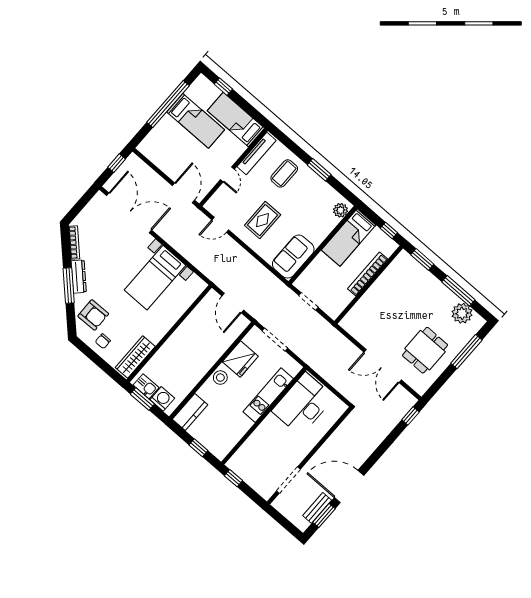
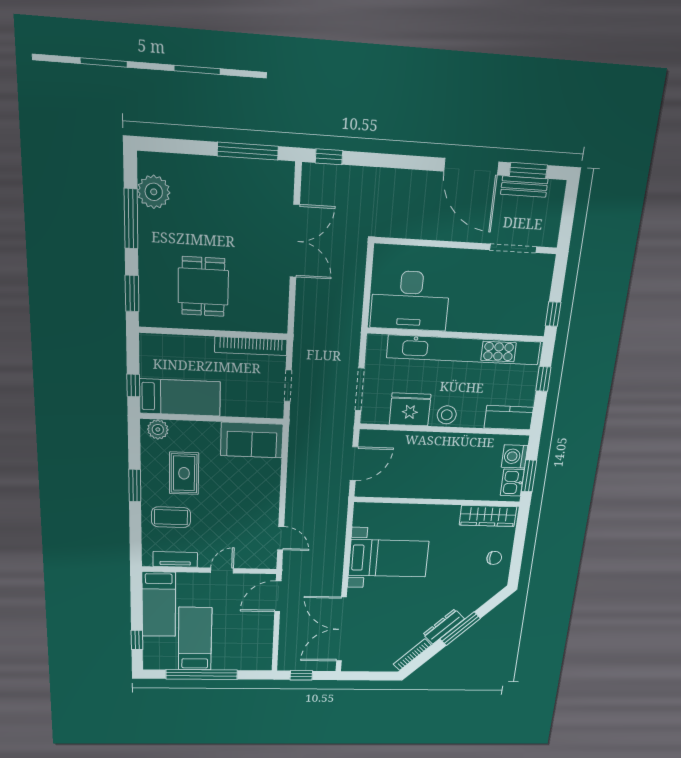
tv unit: (256, 153) -> (175, 559), width x0.71
rug: (263, 220) -> (184, 473), moved, turned 90
window: (389, 230) -> (133, 386), moved
bookcase: (368, 274) -> (251, 346), moved
armchair: (93, 315) -> (473, 586), removed
dining table: (425, 350) -> (203, 287), moved, turned 90
window: (466, 352) -> (248, 151), moved
kitchen unit: (268, 395) -> (464, 350), width x1.86

